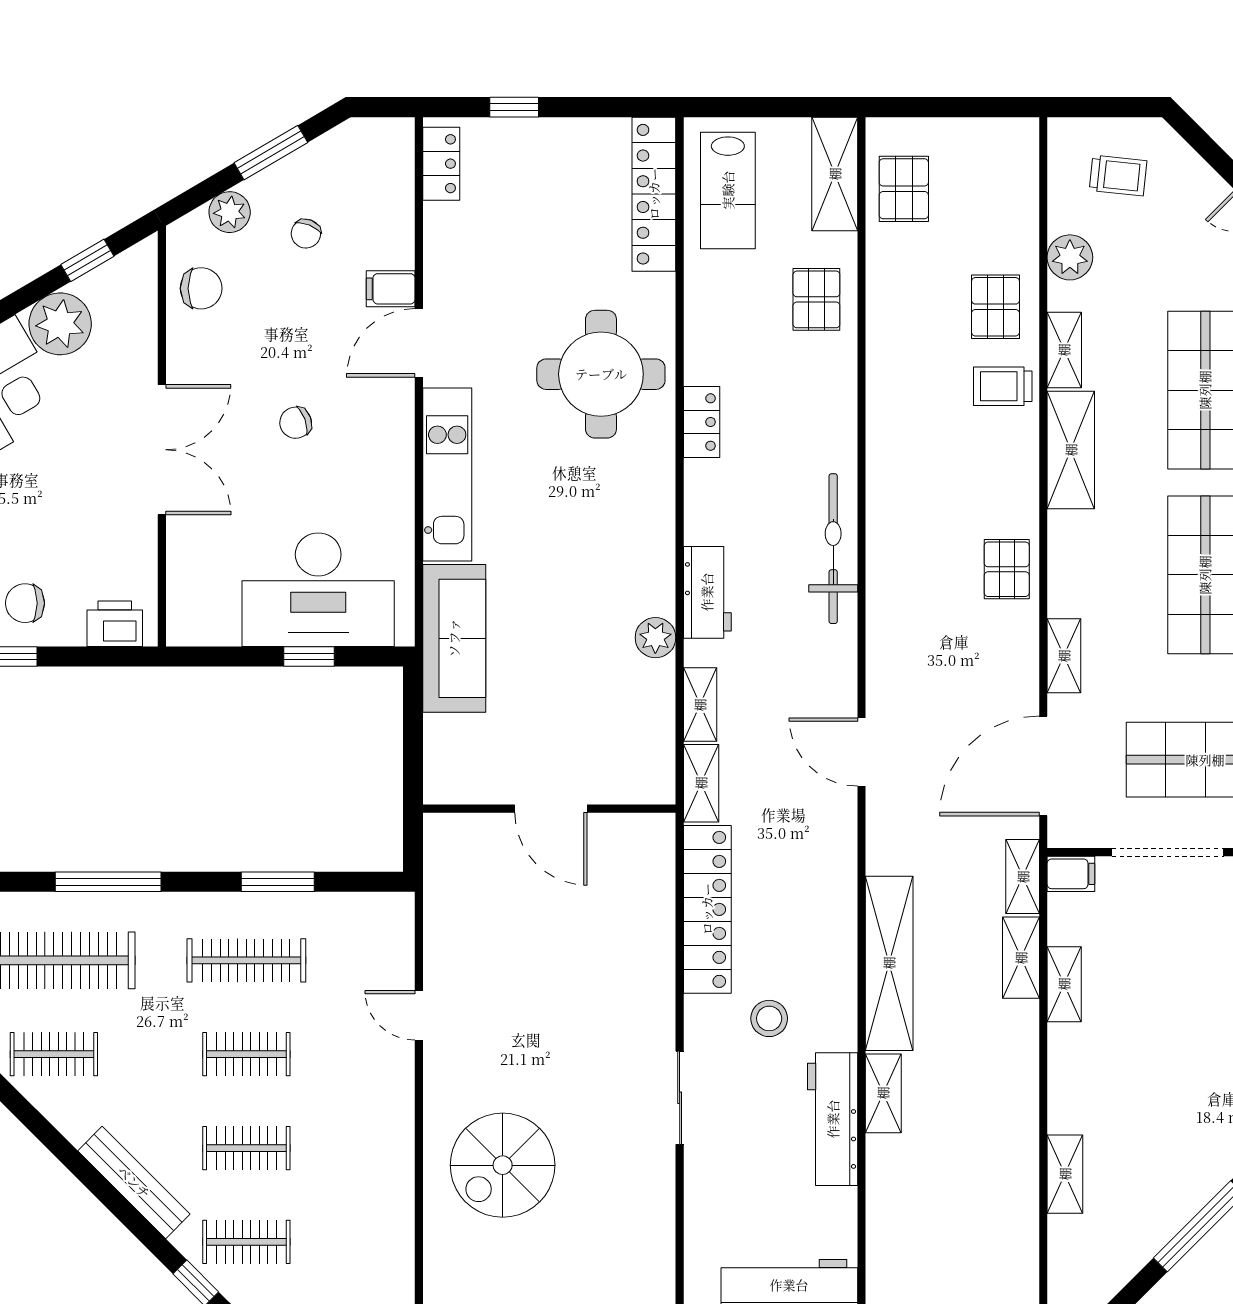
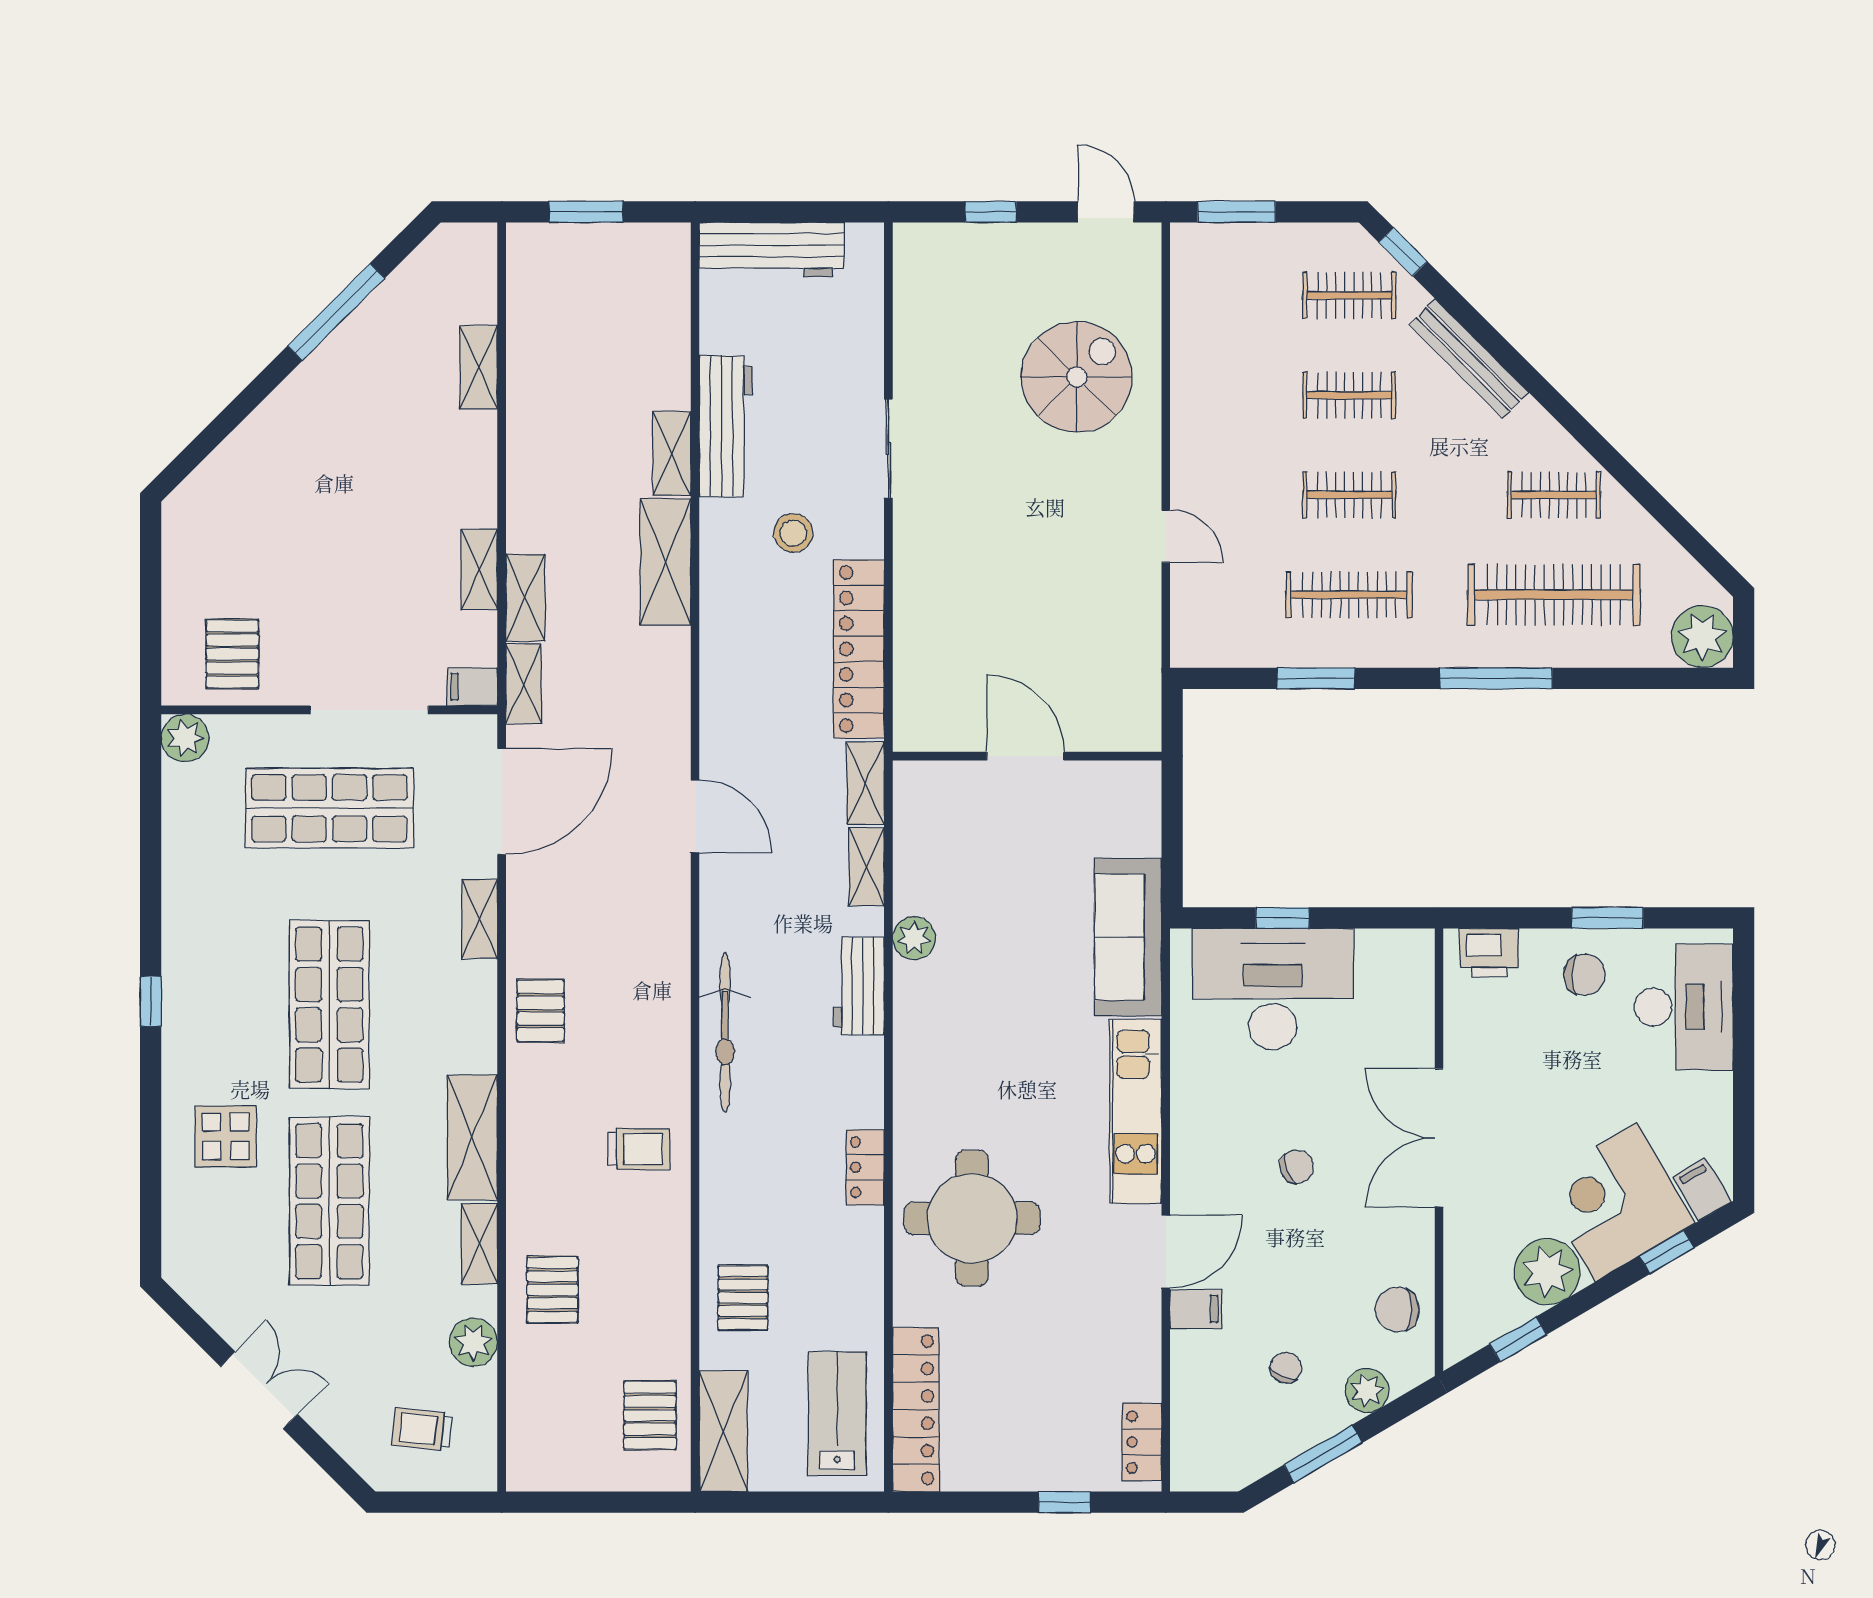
trolley: (1003, 386) -> (639, 1149), moved
shelving: (889, 963) -> (666, 562), width x0.68

